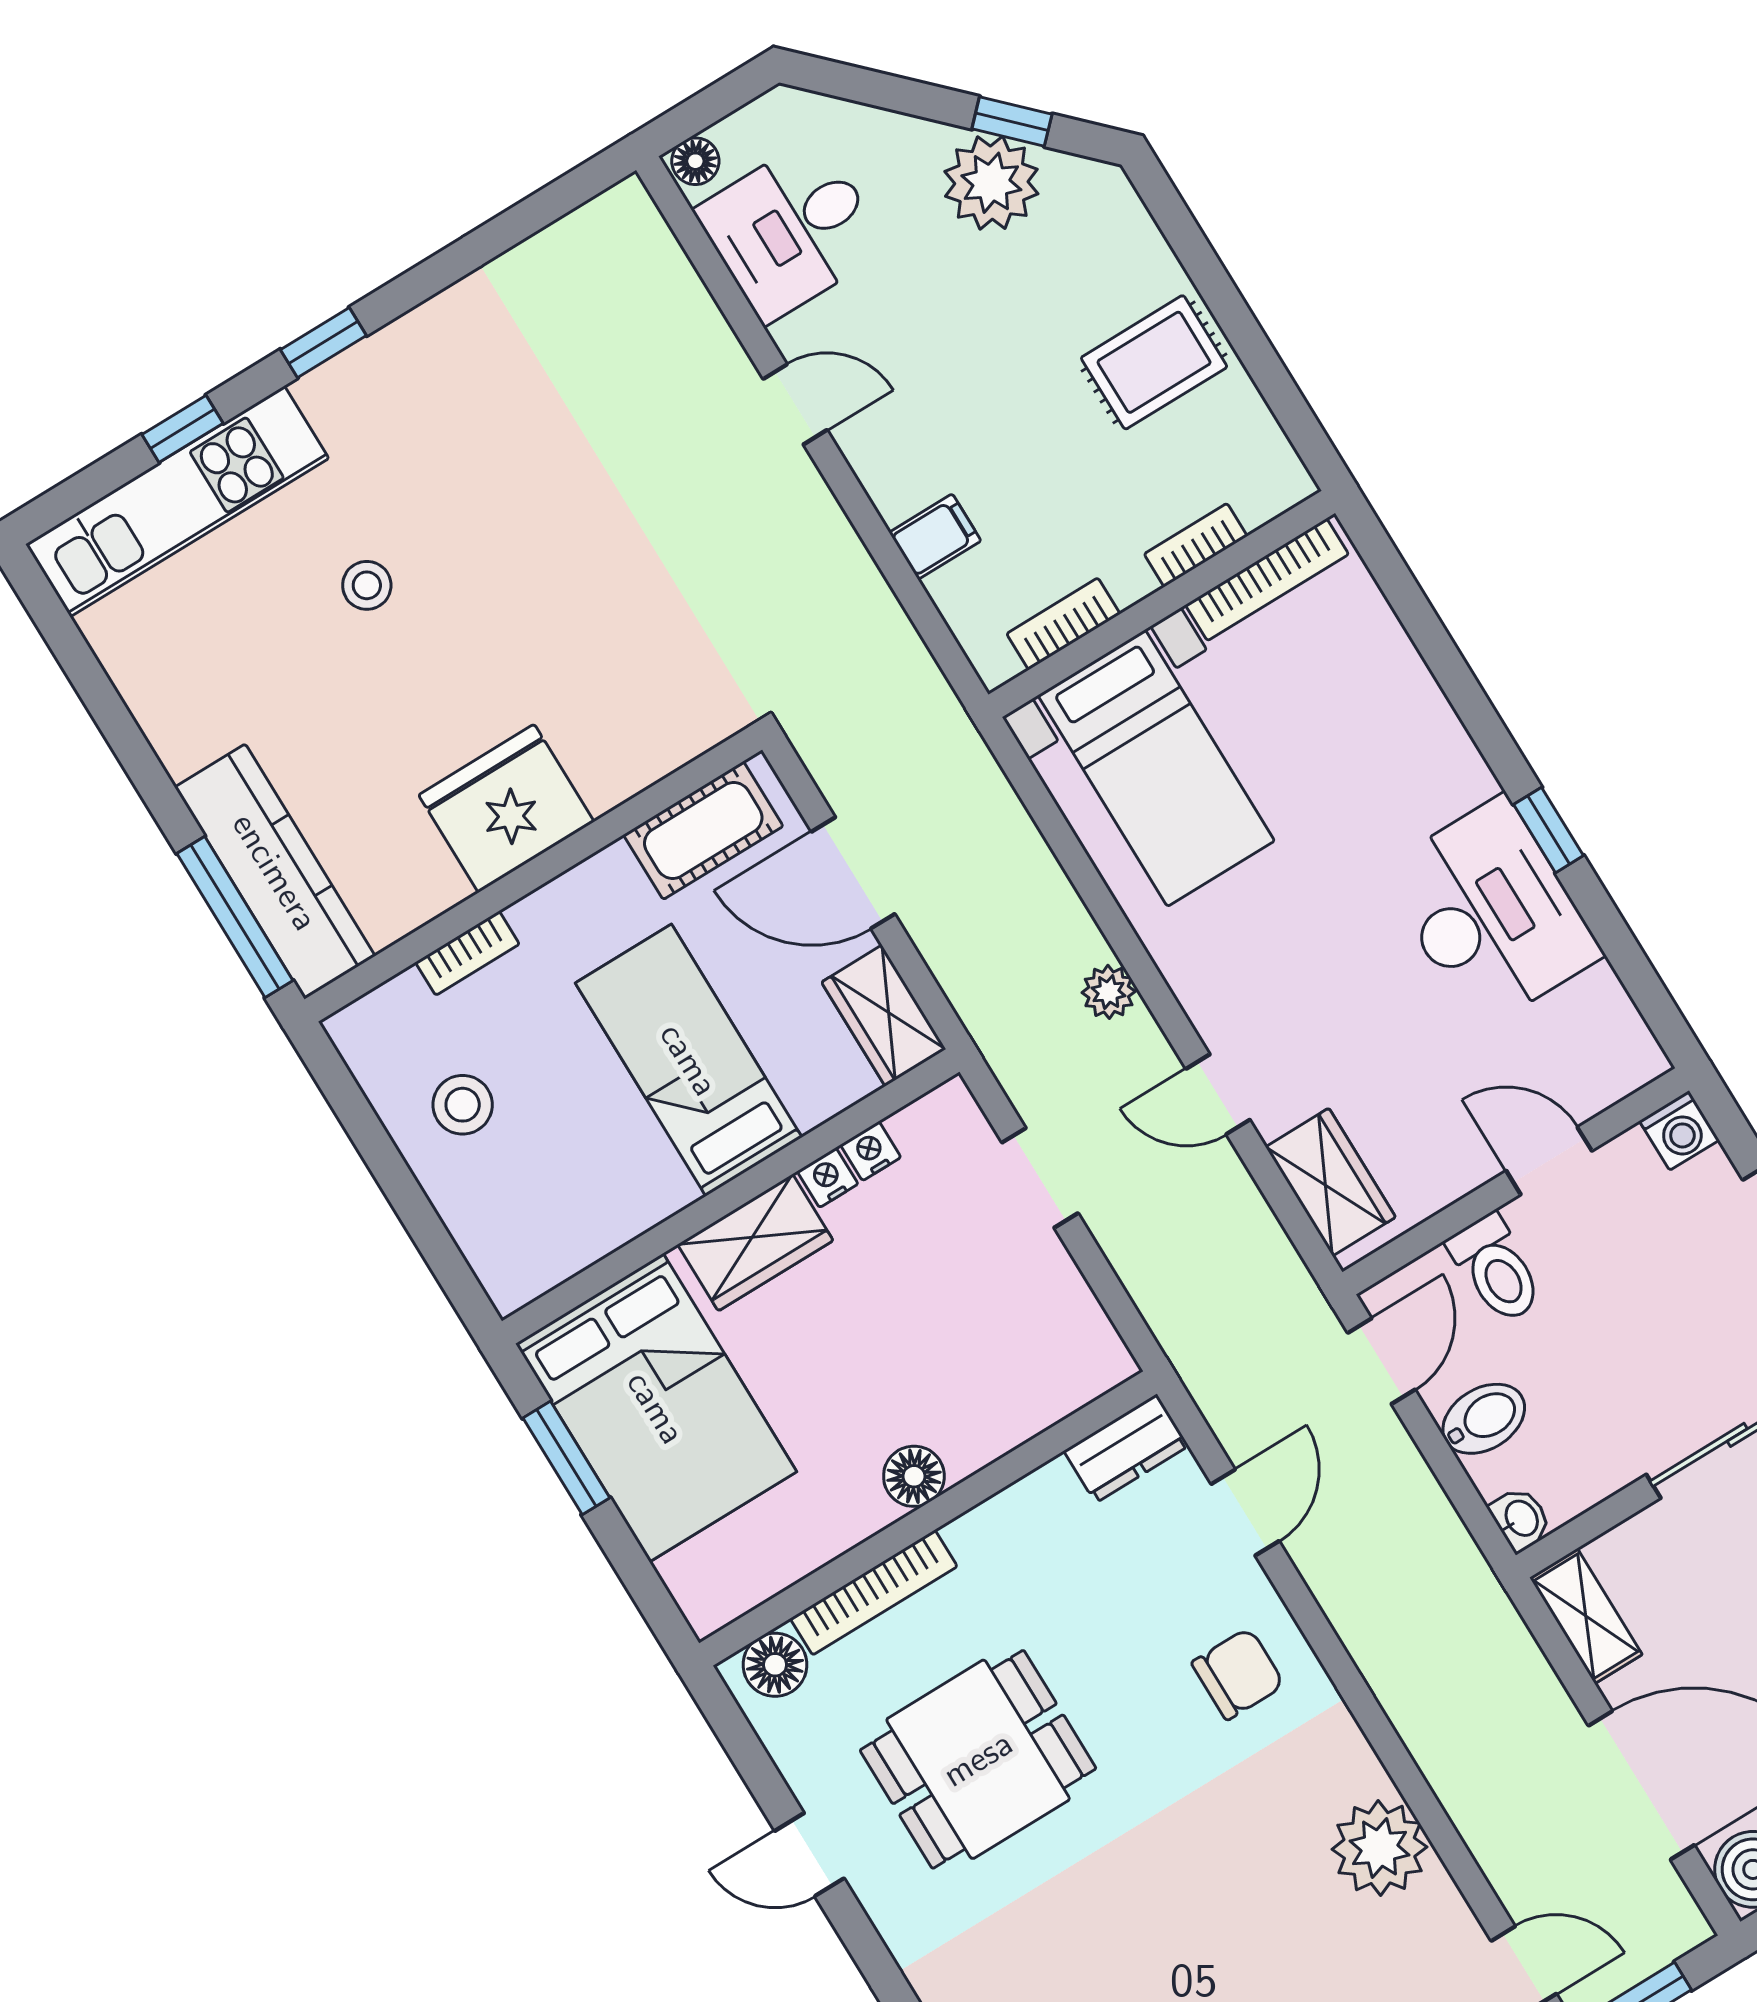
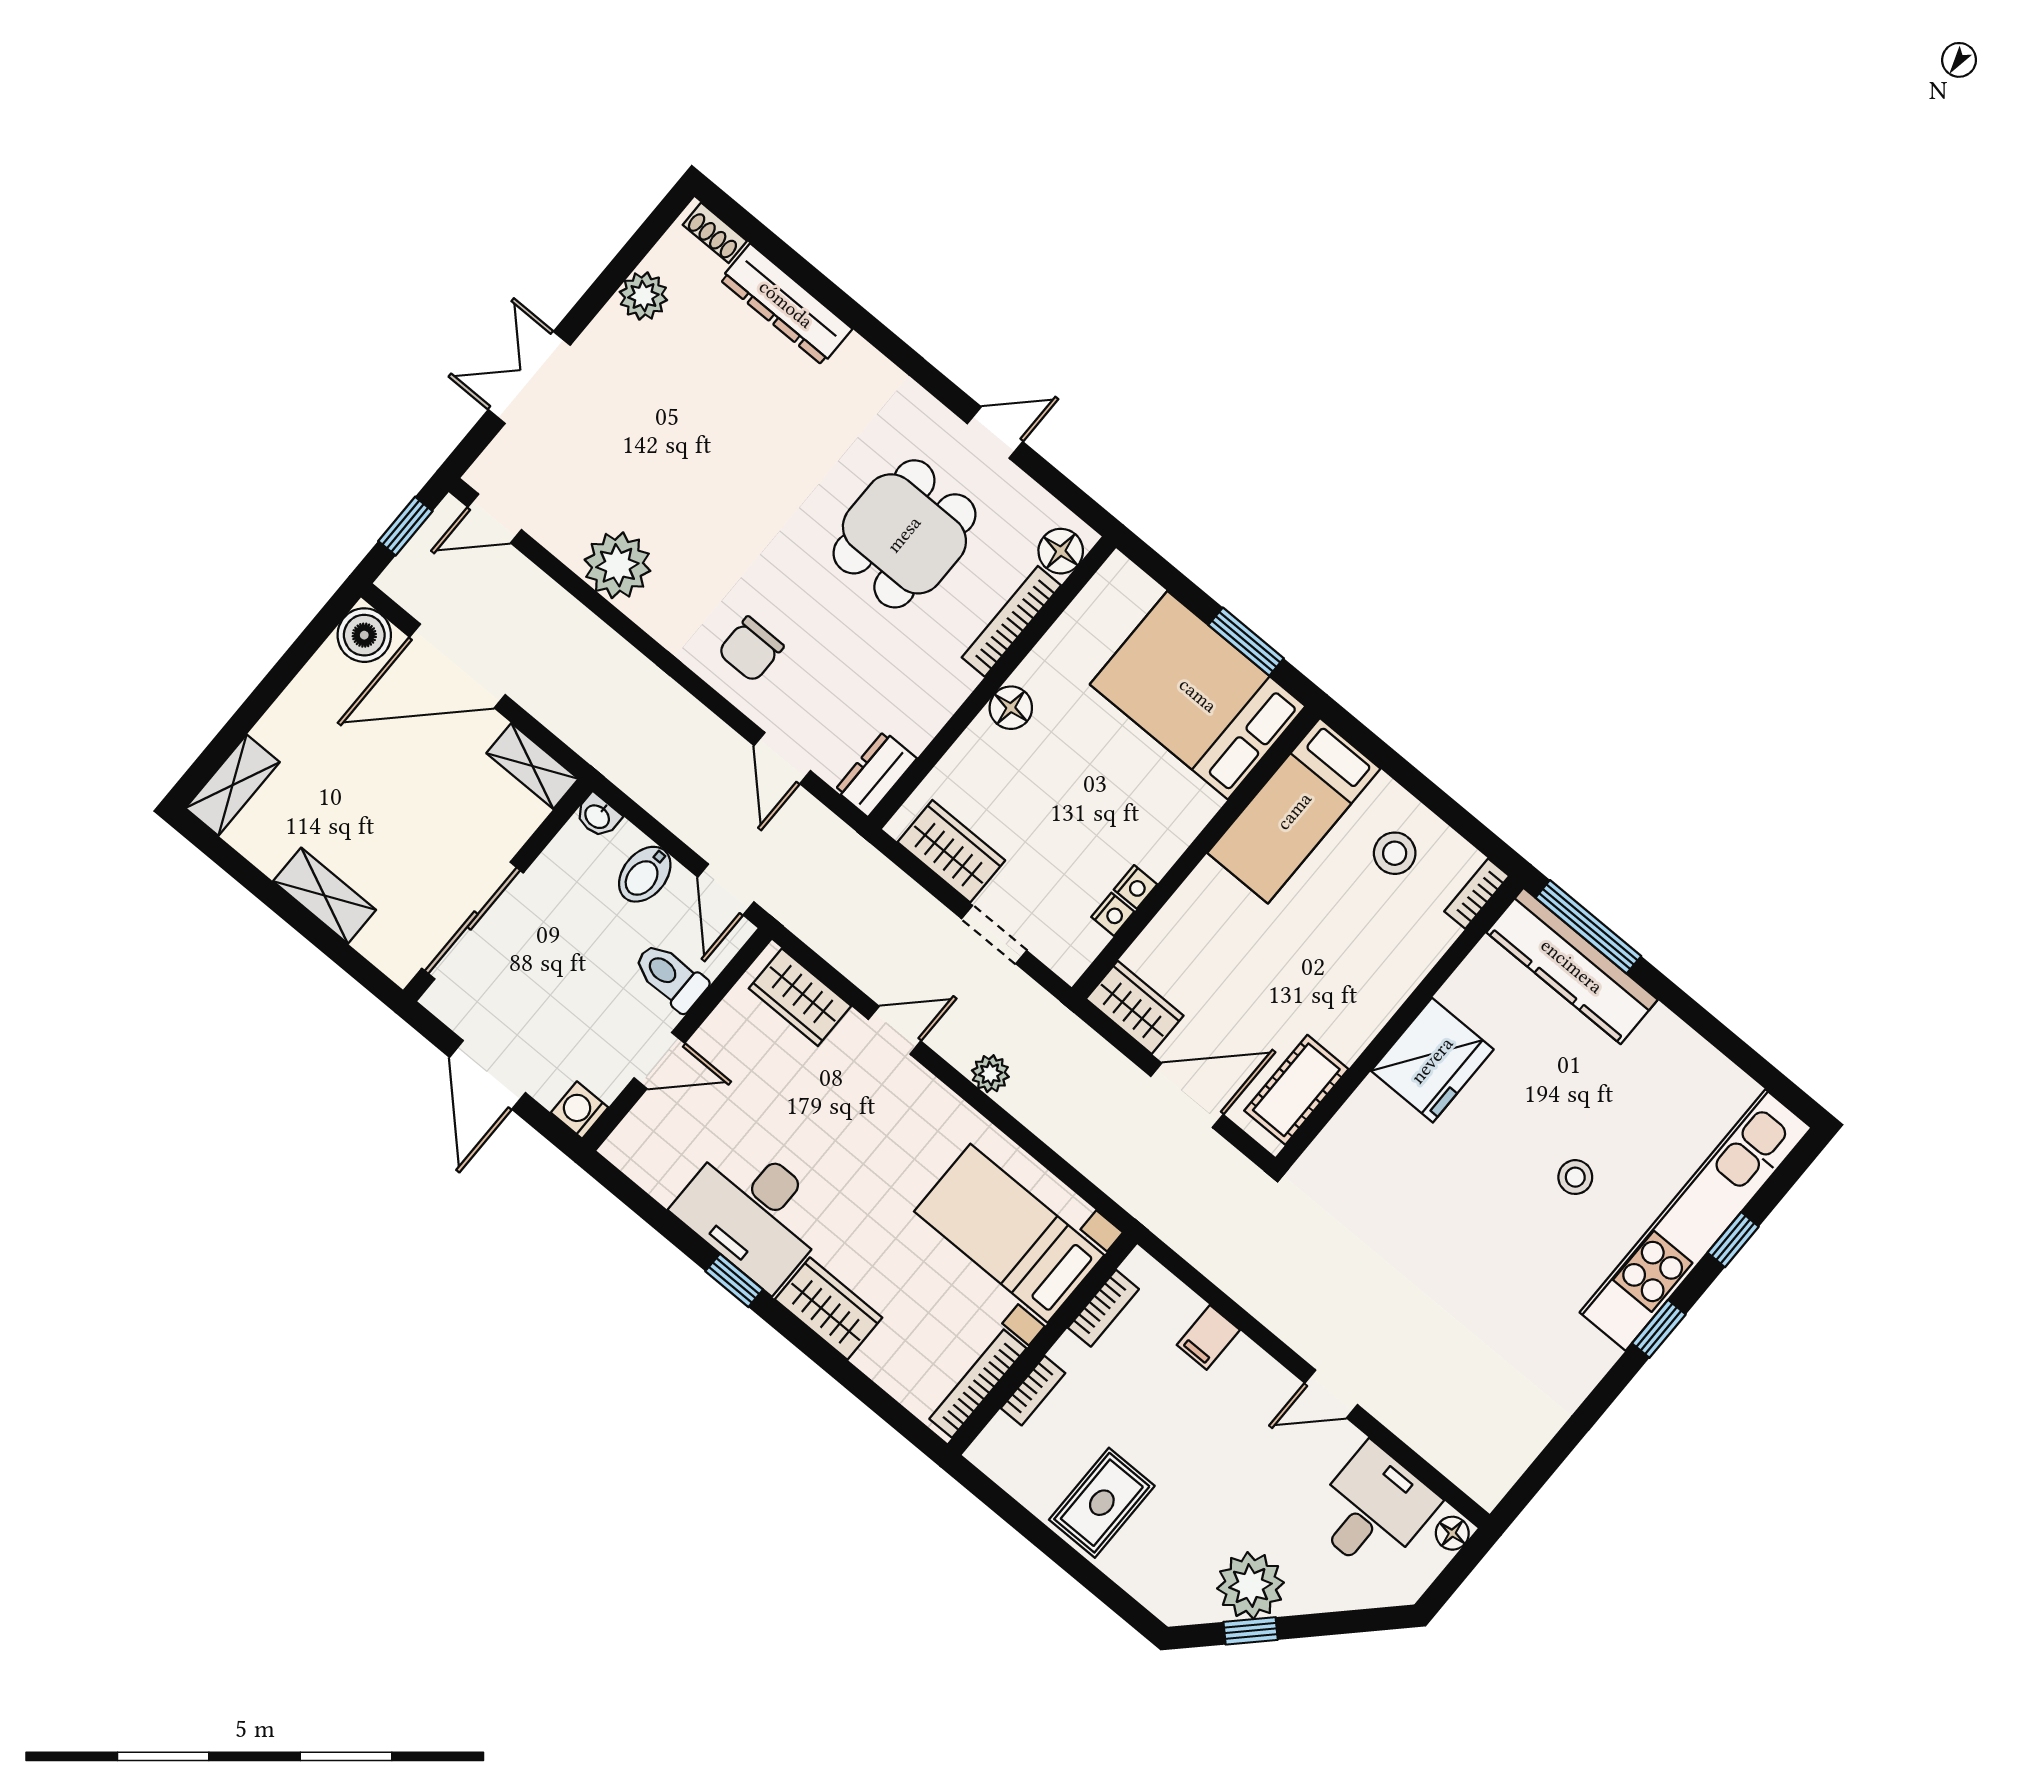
kitchen unit: (177, 501) -> (1695, 1220), width x1.36
wardrobe: (1434, 749) -> (829, 1308), added
bookcase: (467, 953) -> (1477, 894), moved
bed: (689, 1060) -> (1294, 811), moved, turned 90
wardrobe: (755, 1243) -> (951, 851), moved, turned 90

